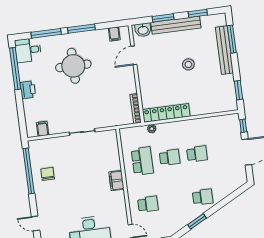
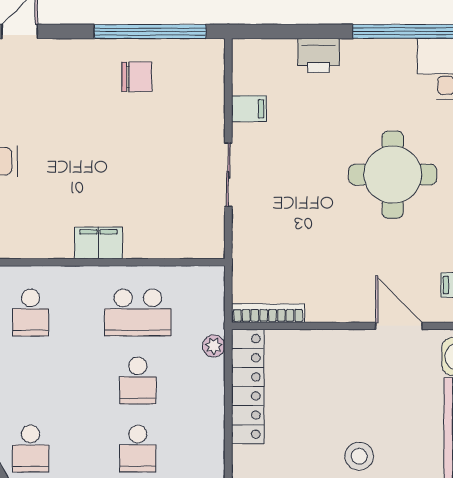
printer: (28, 90) -> (319, 55), moved
filing cabinet: (43, 129) -> (249, 109), moved

